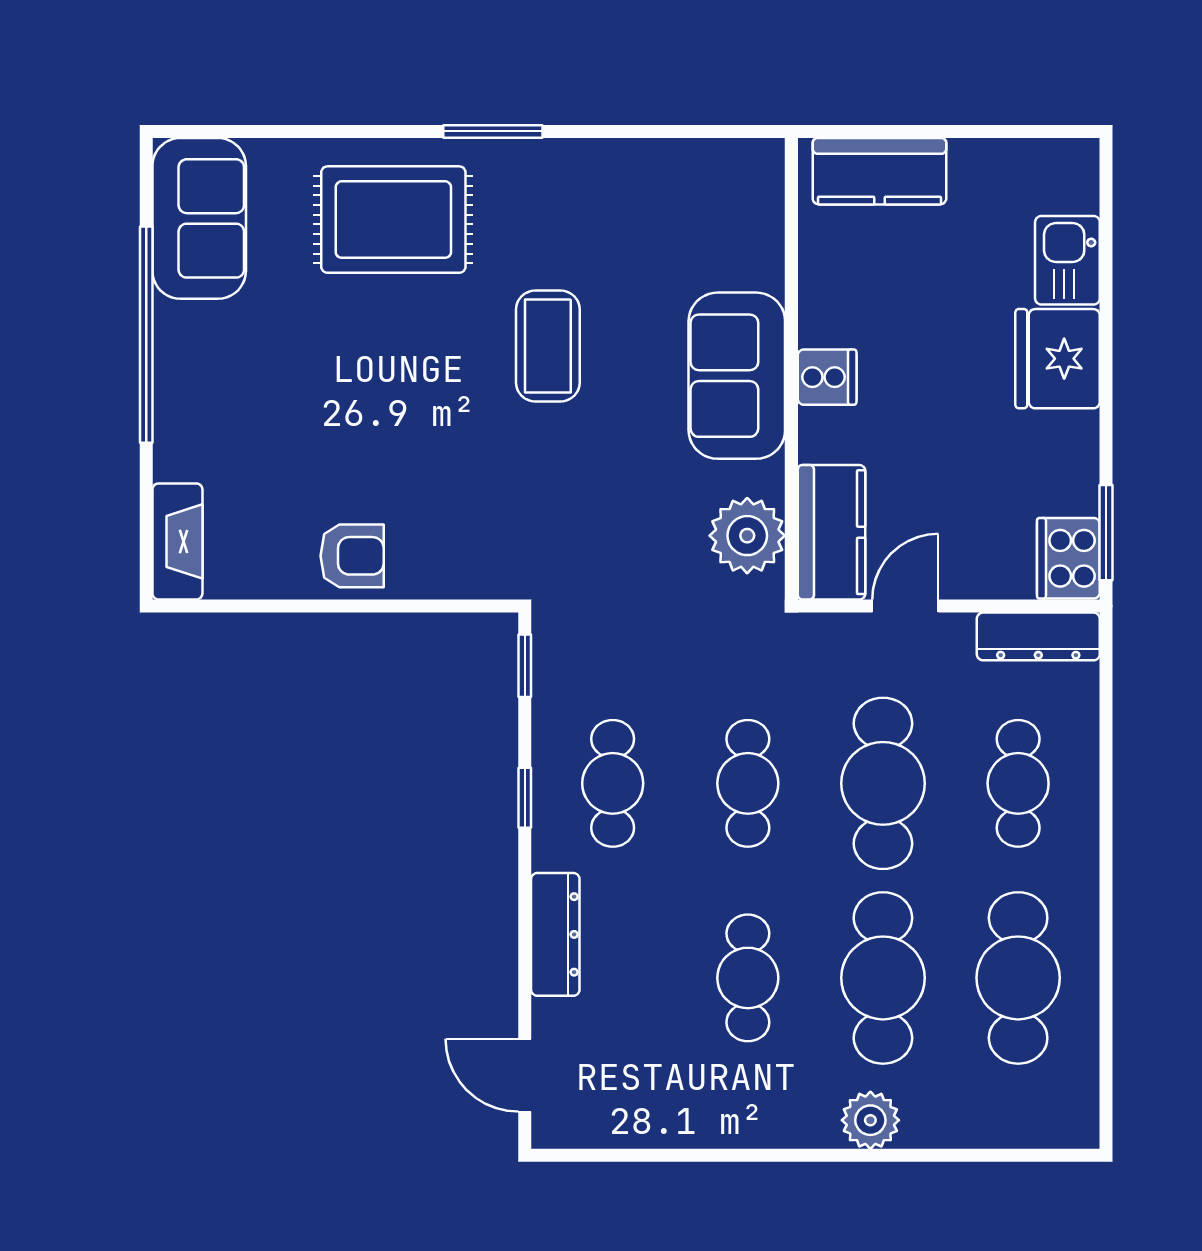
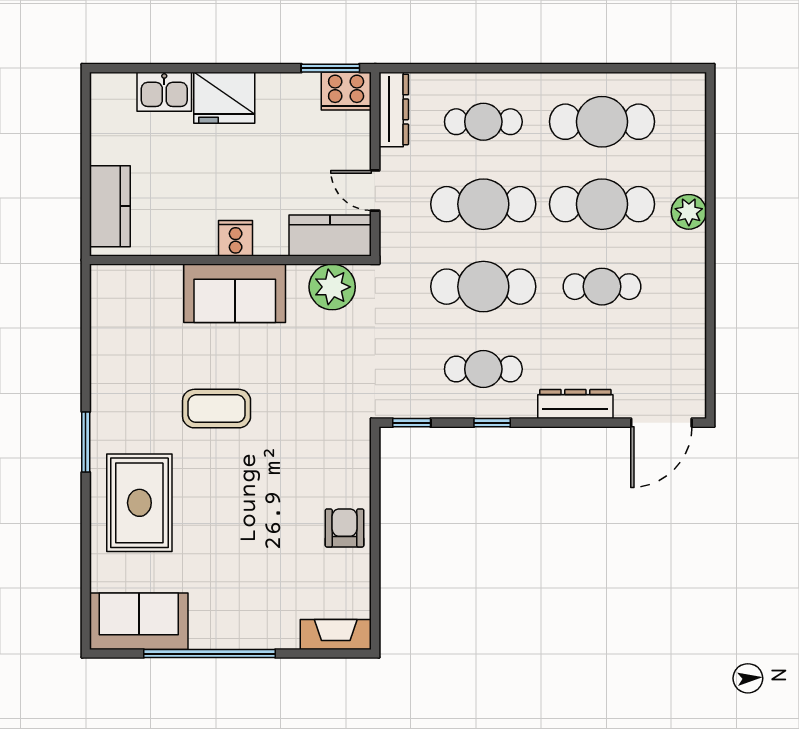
cafe table: (748, 783) -> (483, 287), width x1.37, depth x1.35
door: (525, 1075) -> (661, 423), width x1.38

